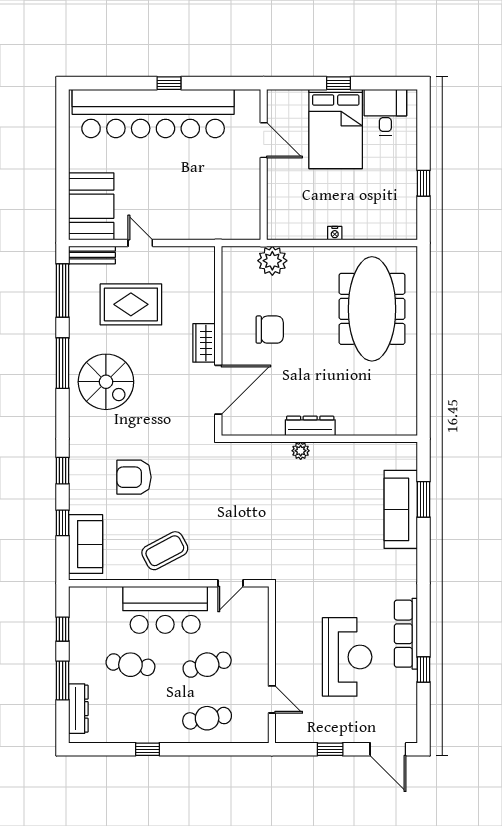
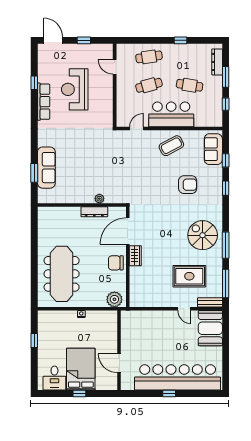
wall: (218, 341) -> (128, 257), moved
wardrobe: (204, 343) -> (135, 256), moved
door: (218, 390) -> (128, 231), moved

